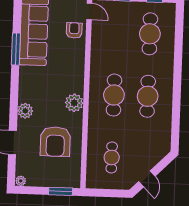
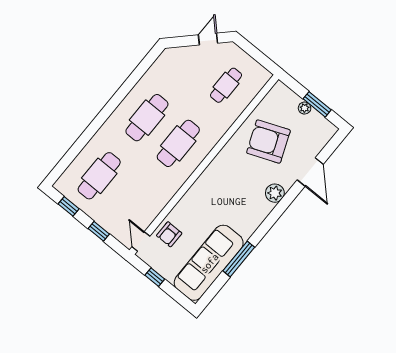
plant: (74, 103) -> (222, 165), removed
armchair: (55, 142) -> (268, 142), turned -112
plant: (21, 181) -> (305, 108), moved
window: (61, 191) -> (317, 104), moved

